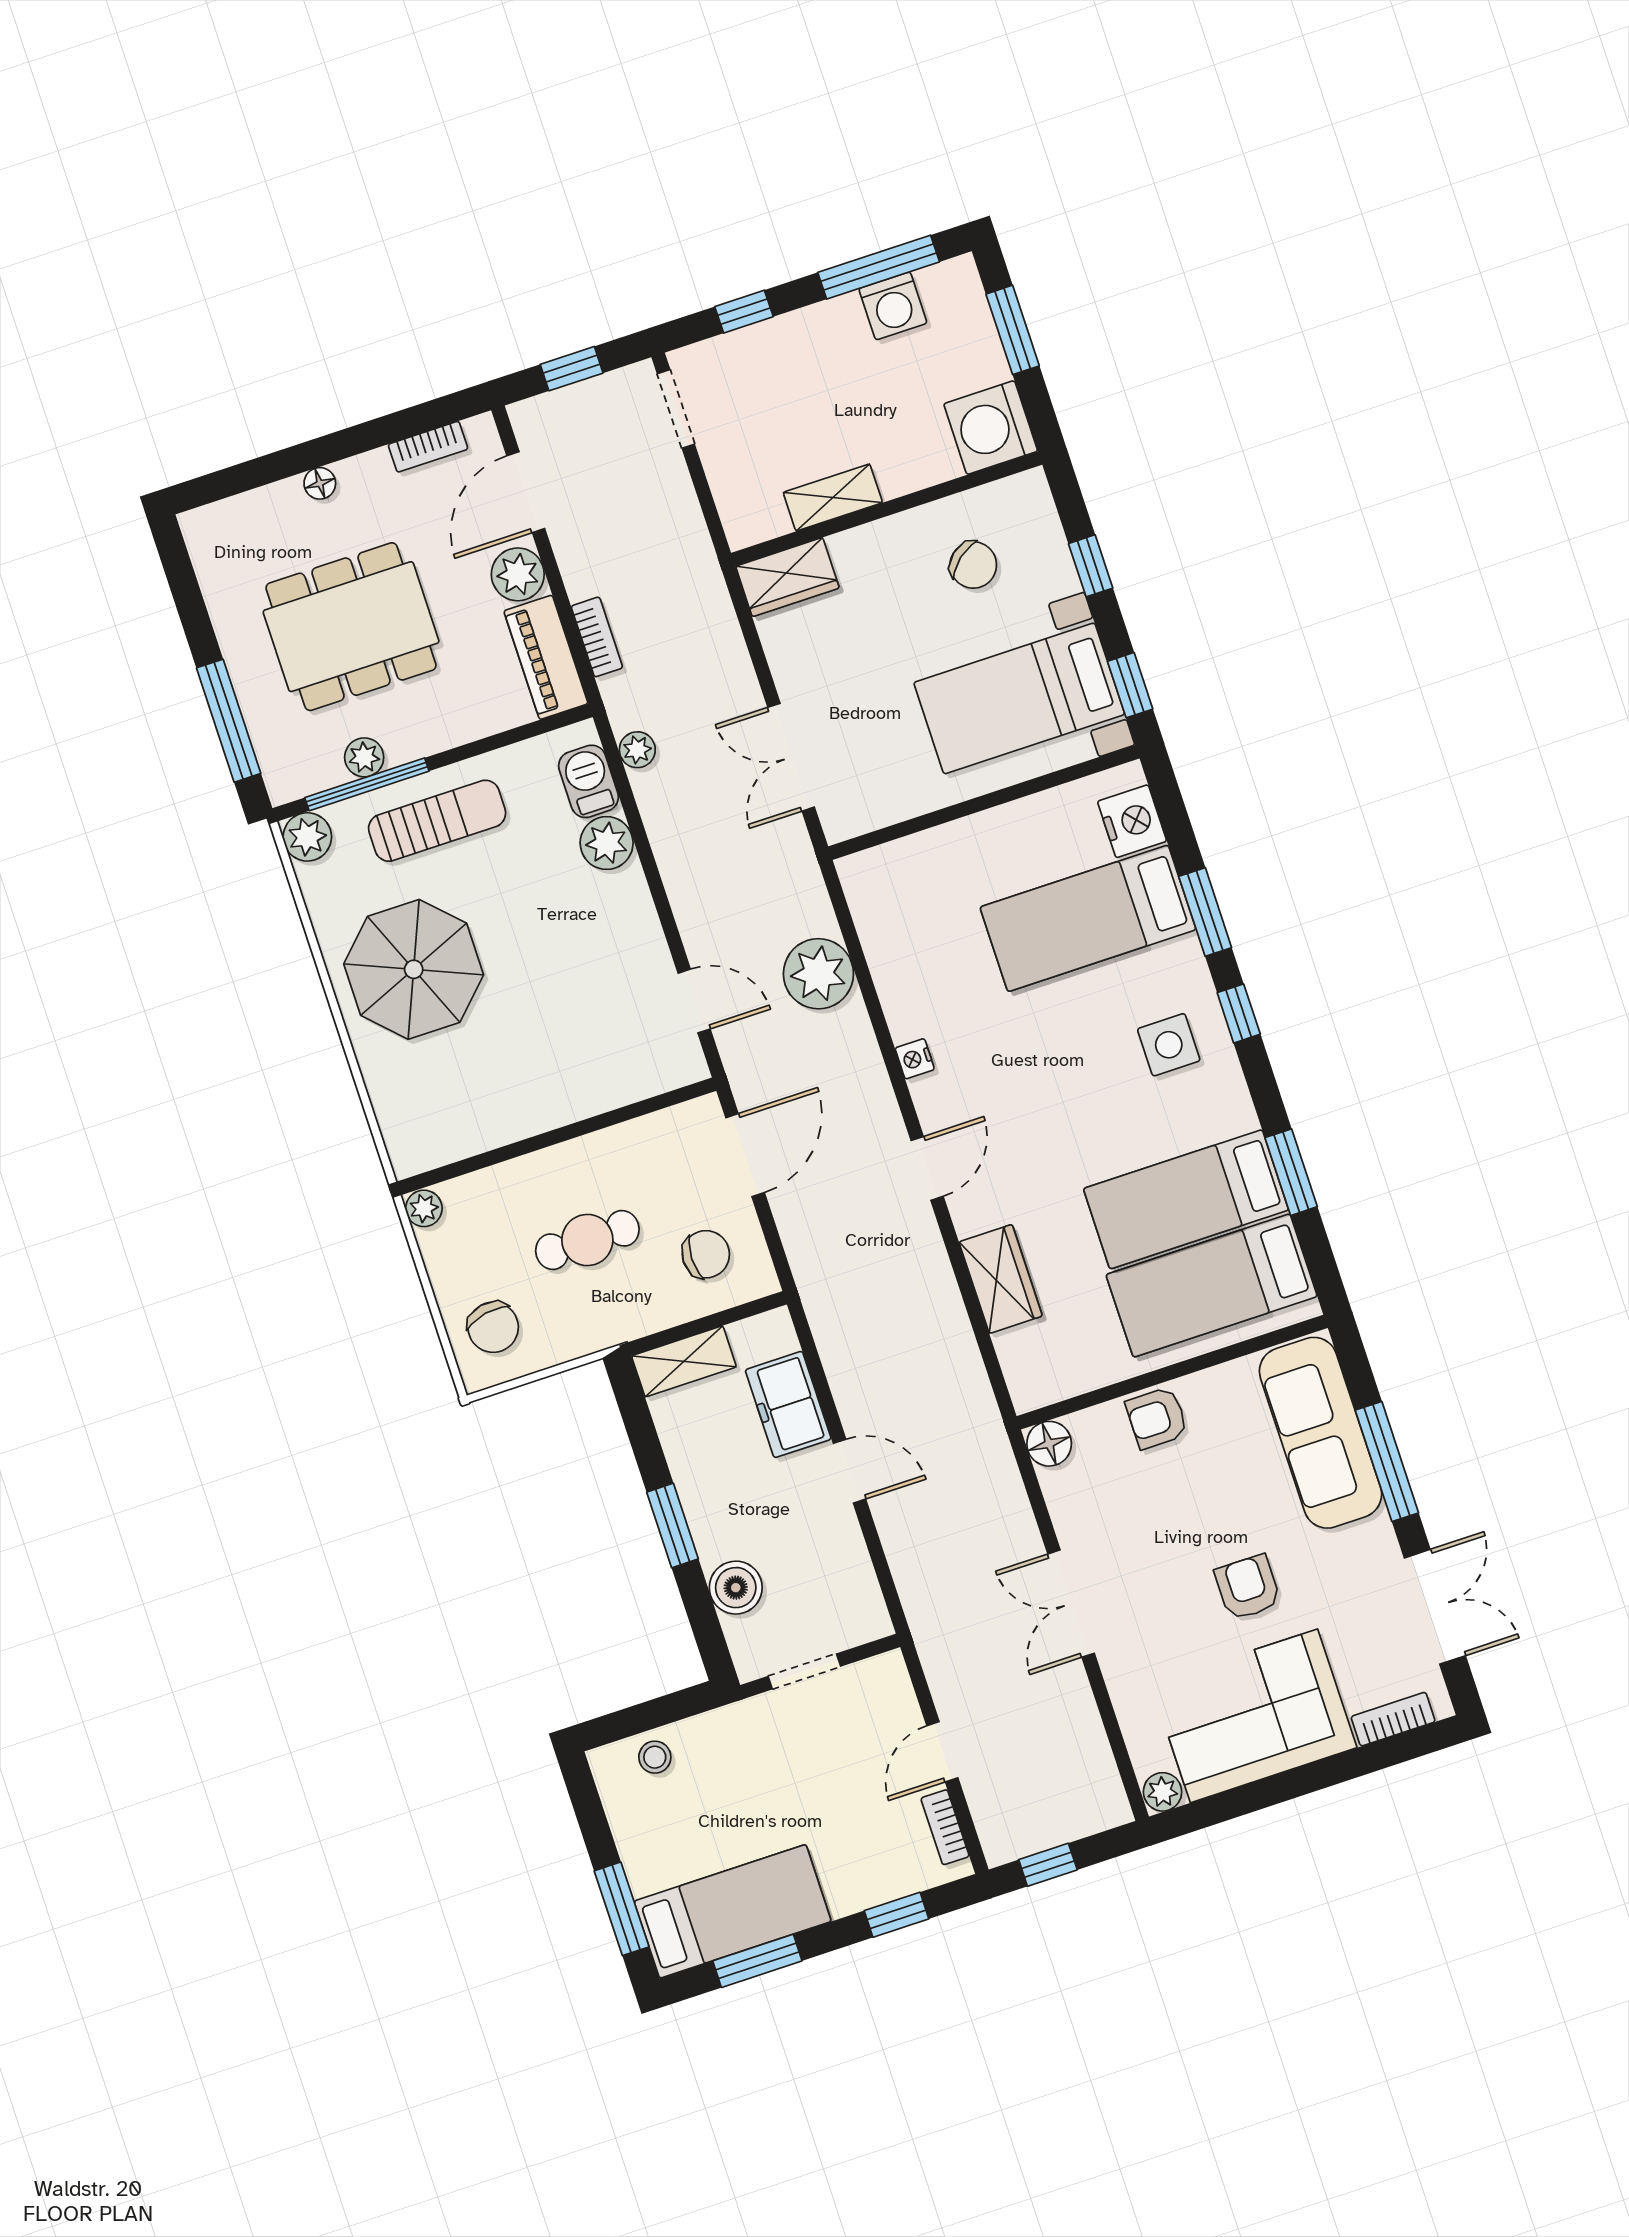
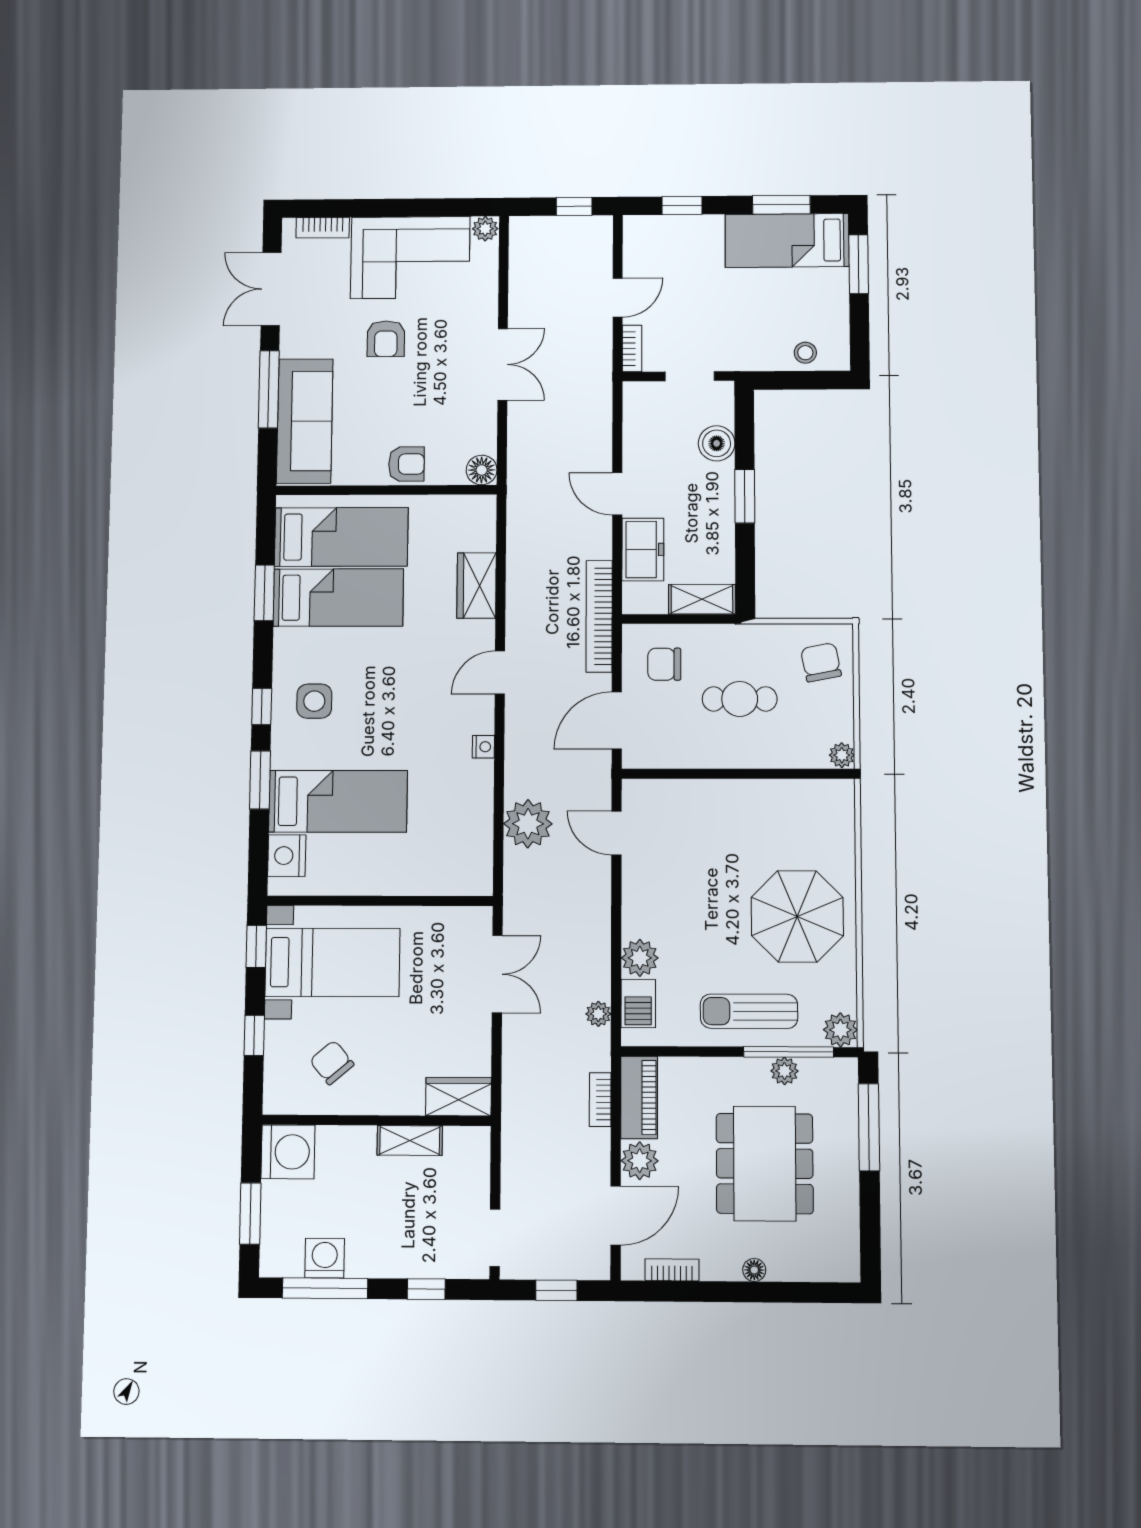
dining table: (351, 627) -> (765, 1164), turned 90
bookcase: (817, 1291) -> (599, 616), added
bookcase: (945, 1827) -> (632, 348), moved

